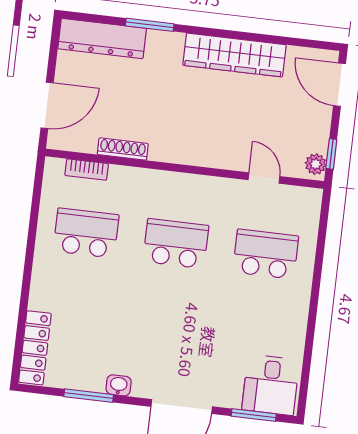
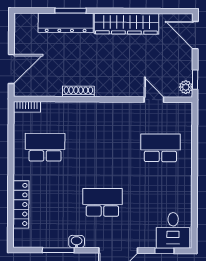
dresser: (102, 39) -> (66, 23), moved
shoe rack: (123, 149) -> (78, 91), moved
bookcase: (87, 170) -> (27, 107), moved
school desk: (176, 244) -> (102, 202), moved
locker: (35, 348) -> (21, 204), moved
window: (254, 415) -> (164, 251), width x0.67

